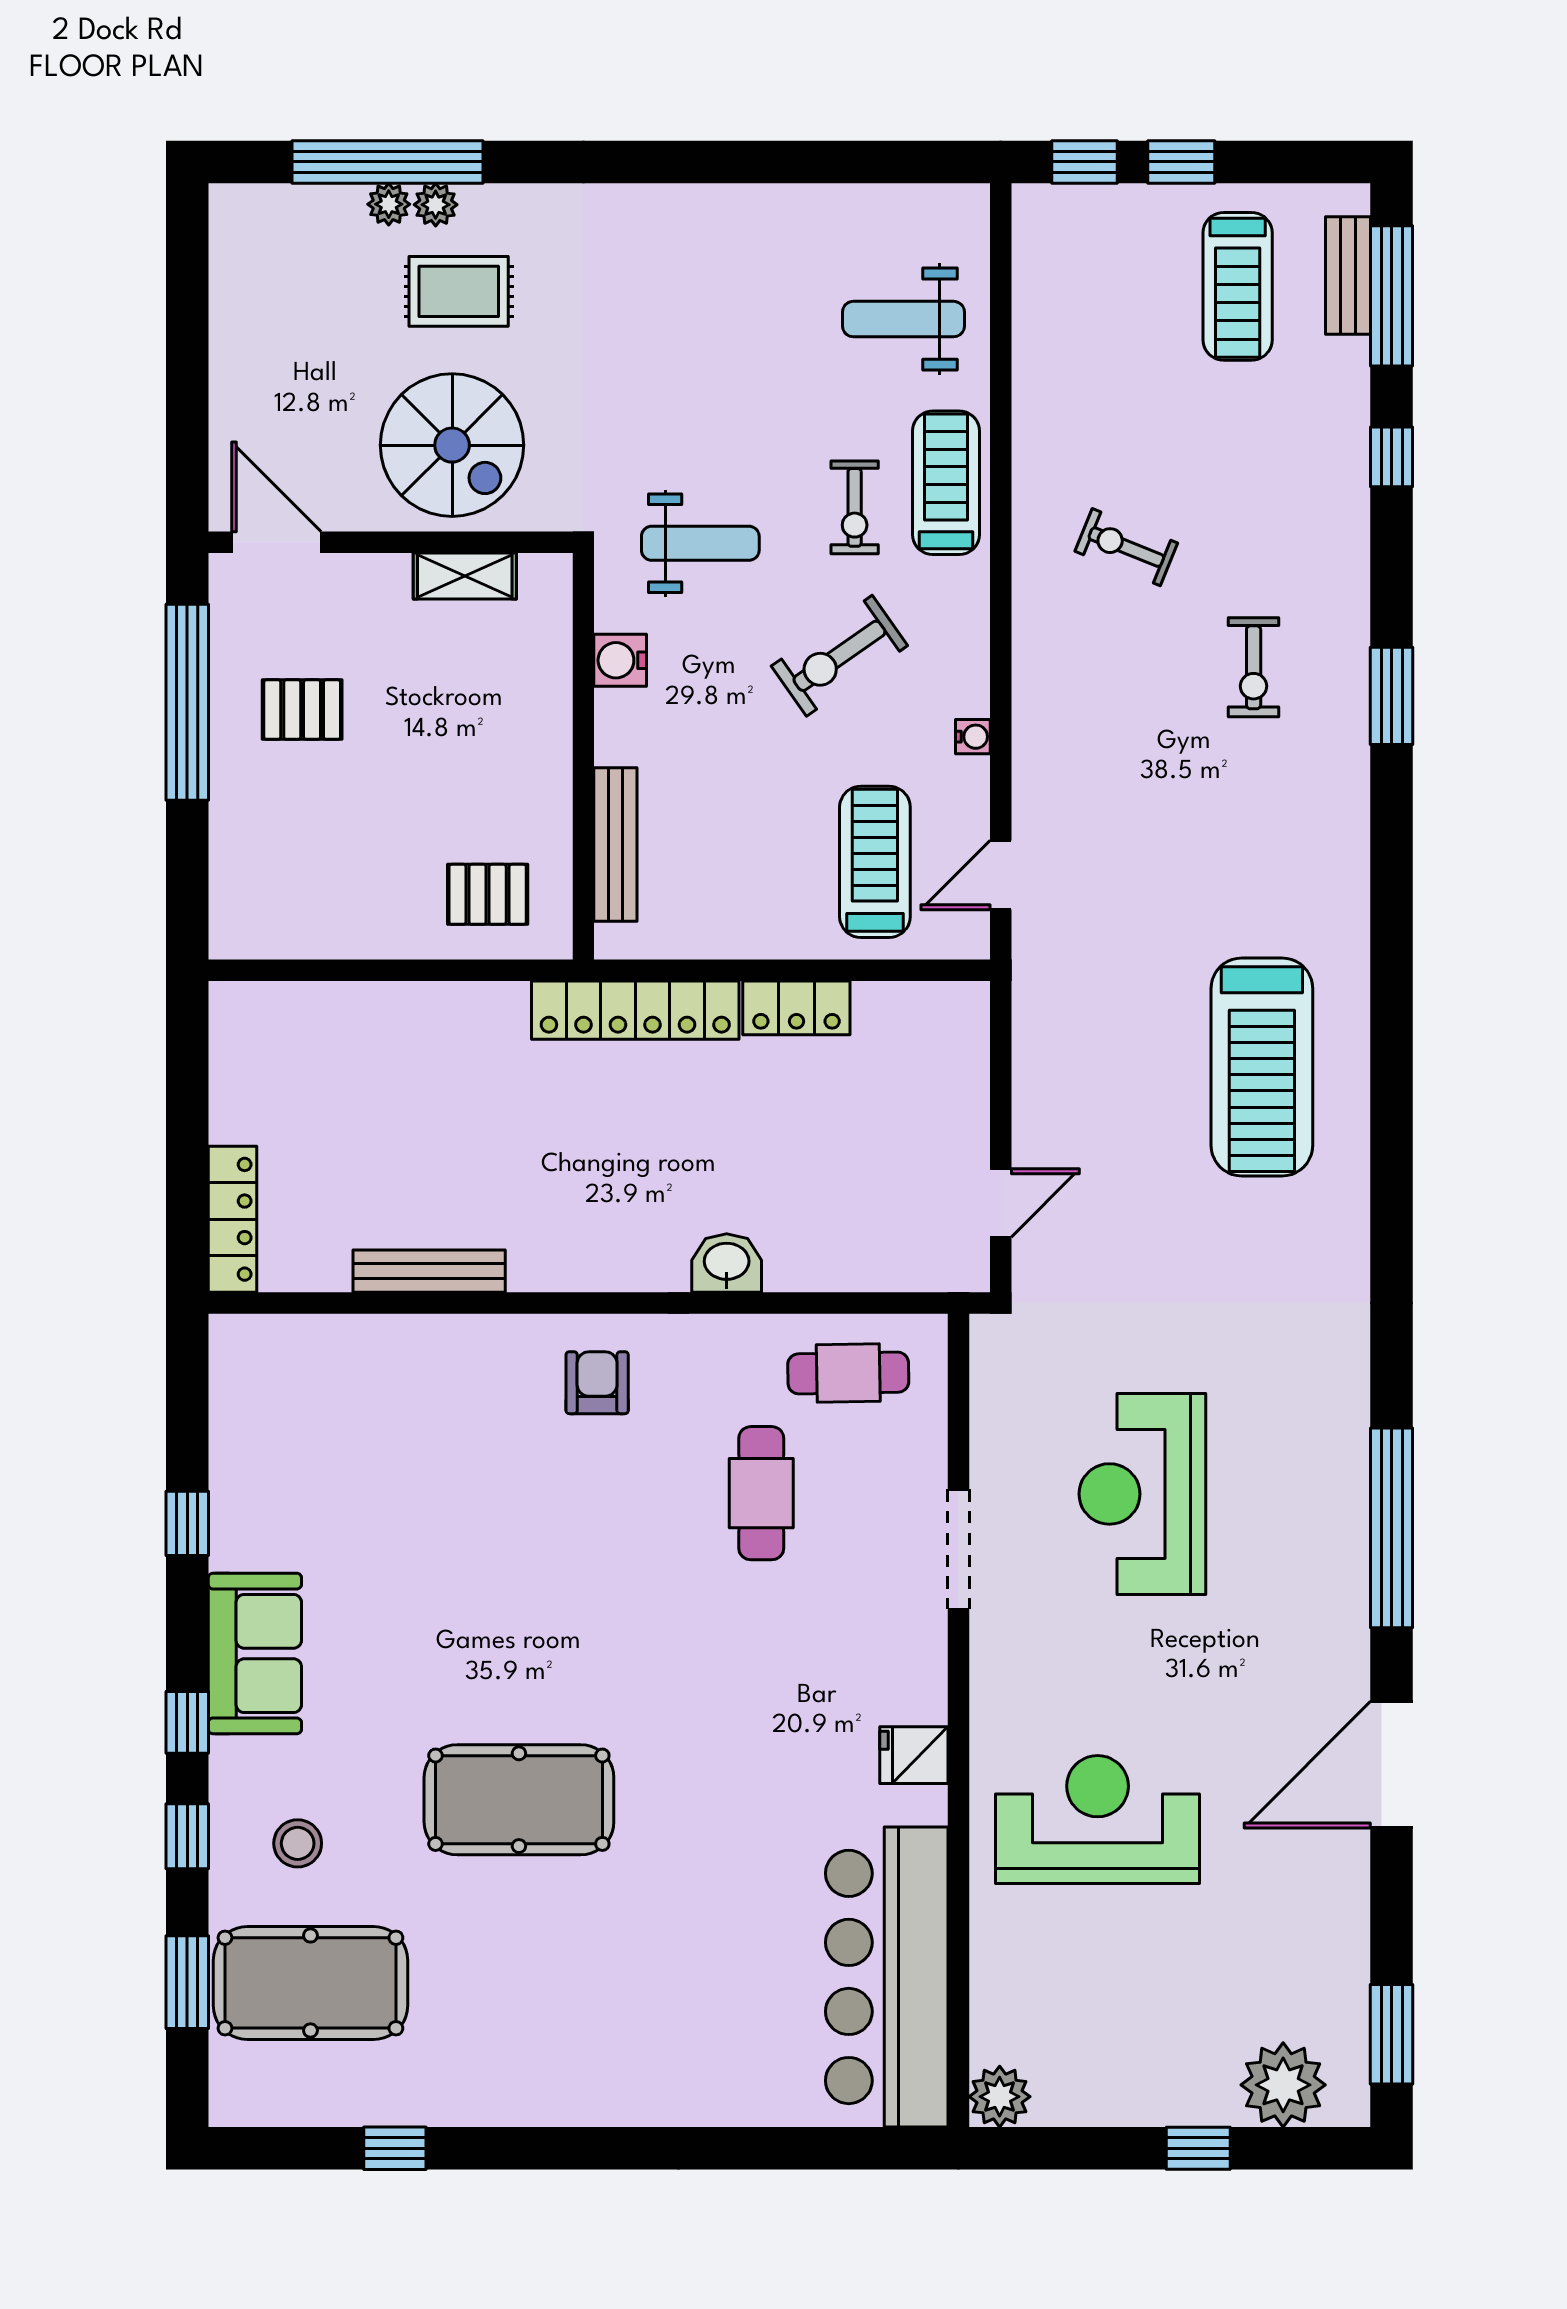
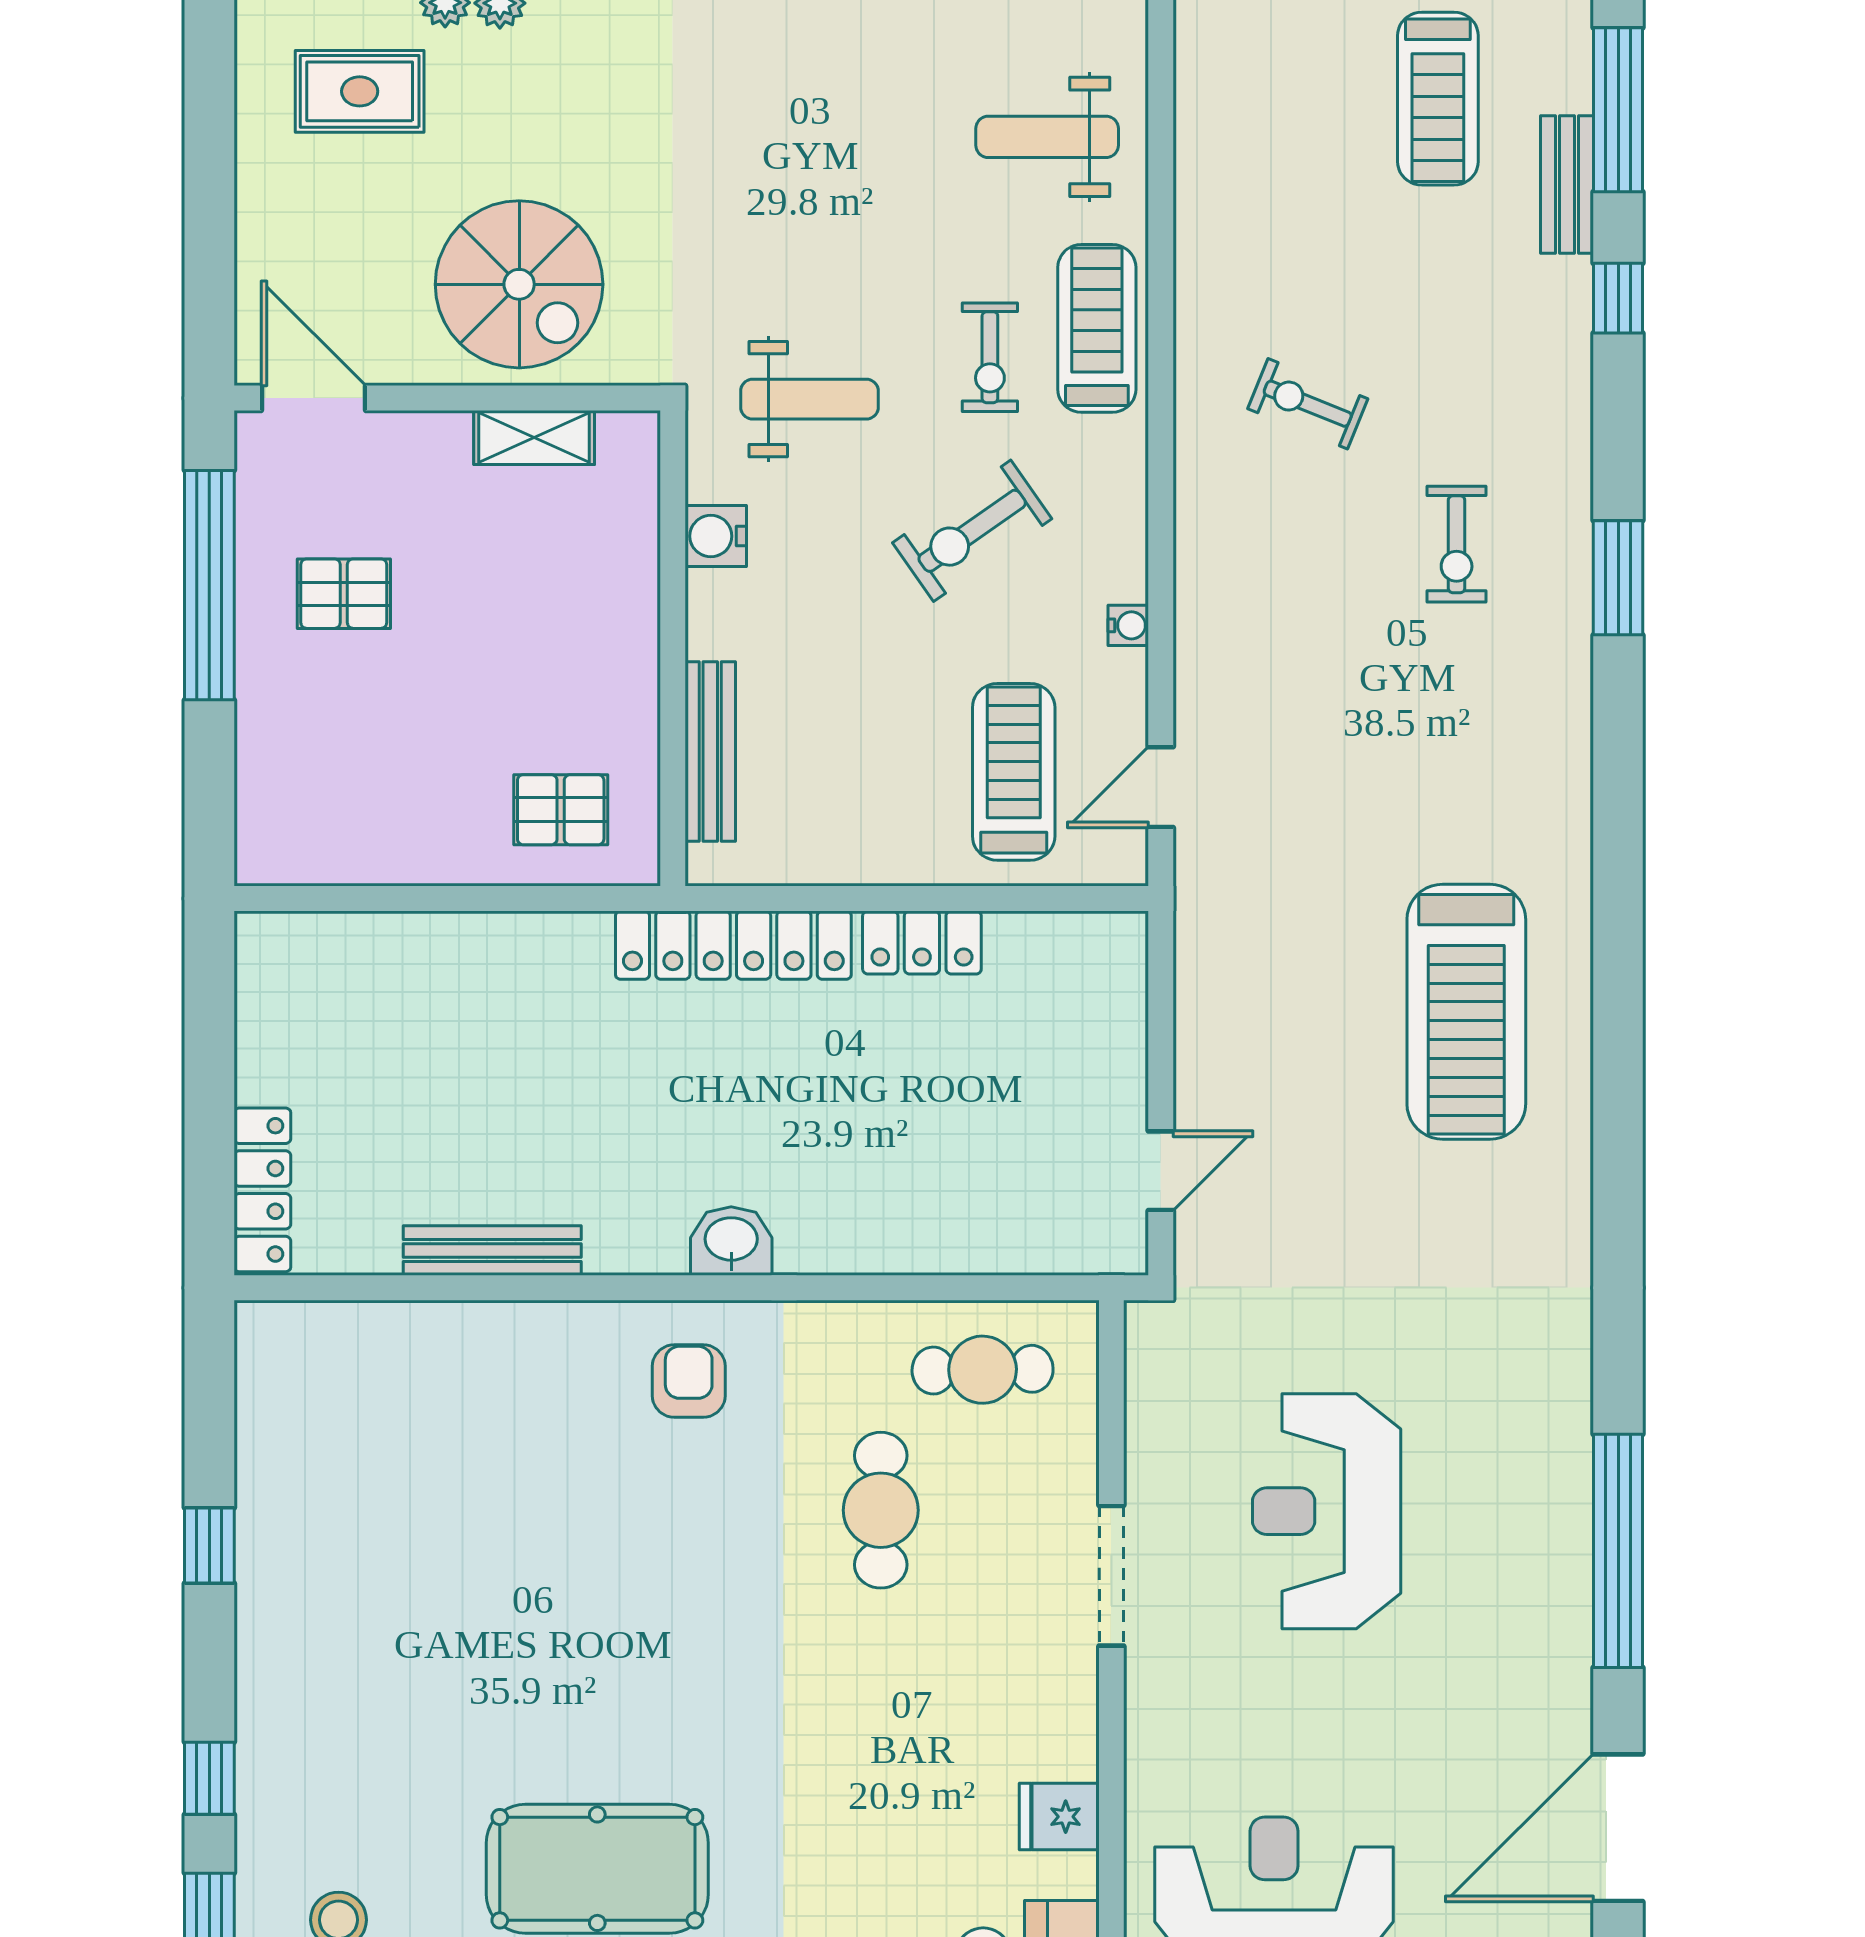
bench: (1348, 275) -> (1567, 185), moved
rug: (459, 291) -> (360, 91), moved
washbasin: (727, 1263) -> (731, 1241), moved
sofa: (255, 1654) -> (288, 1698), removed

